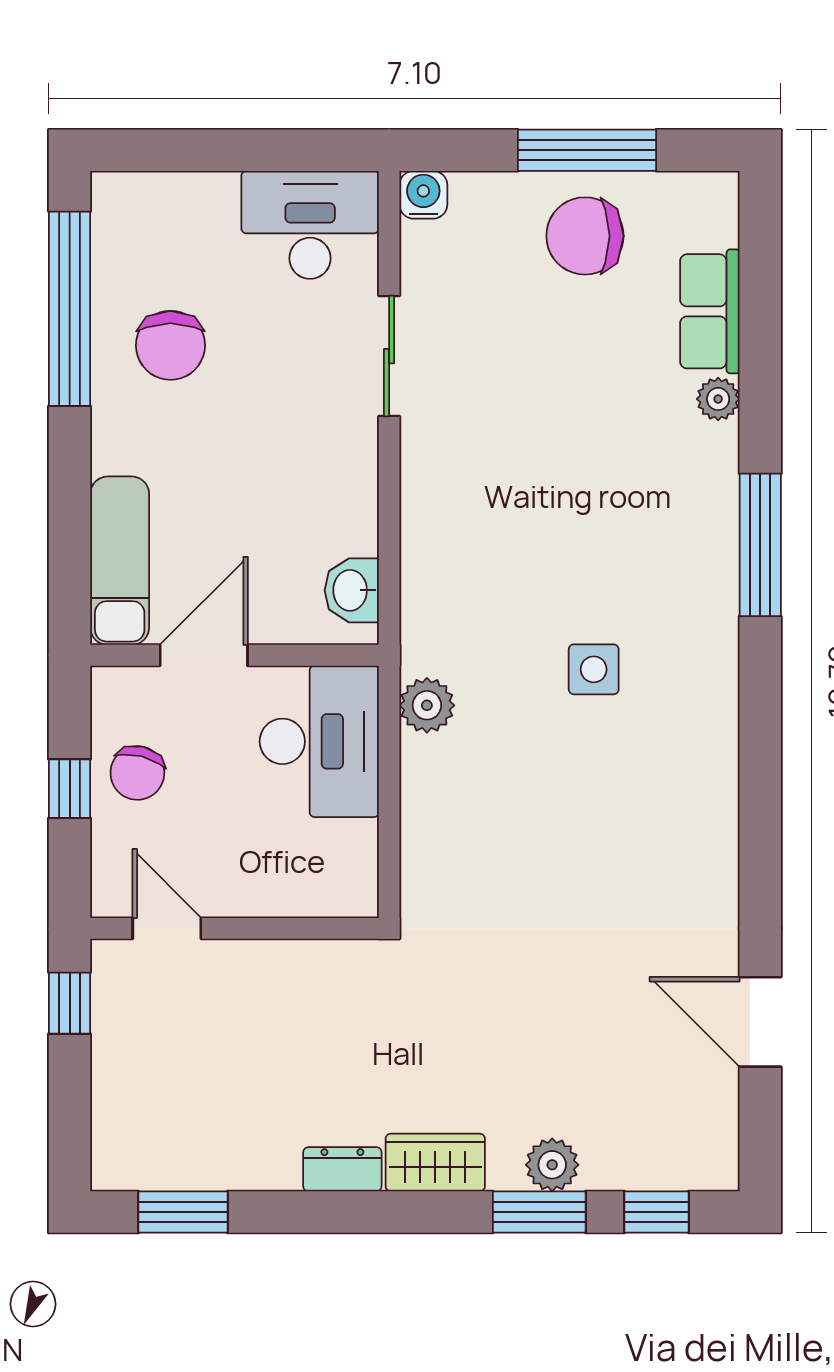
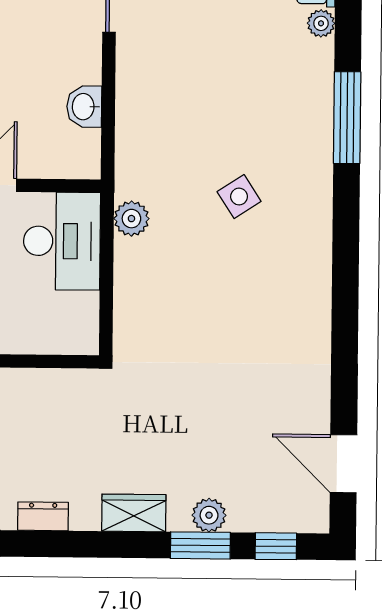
washbasin: (352, 590) -> (84, 107), moved
side table: (594, 669) -> (239, 197), turned -33
door: (760, 1022) -> (343, 464), moved
dresser: (342, 1169) -> (43, 516), moved

